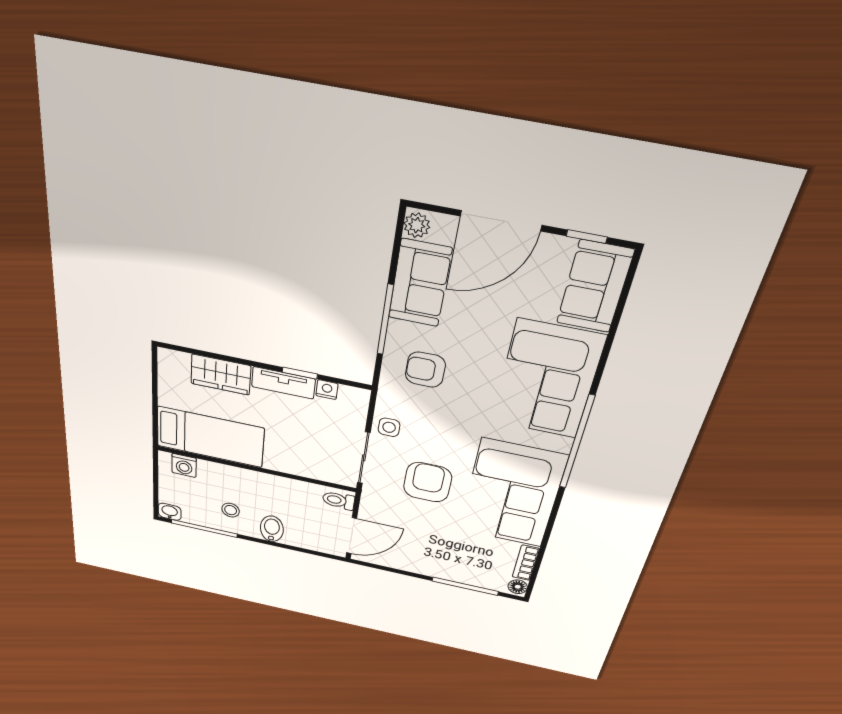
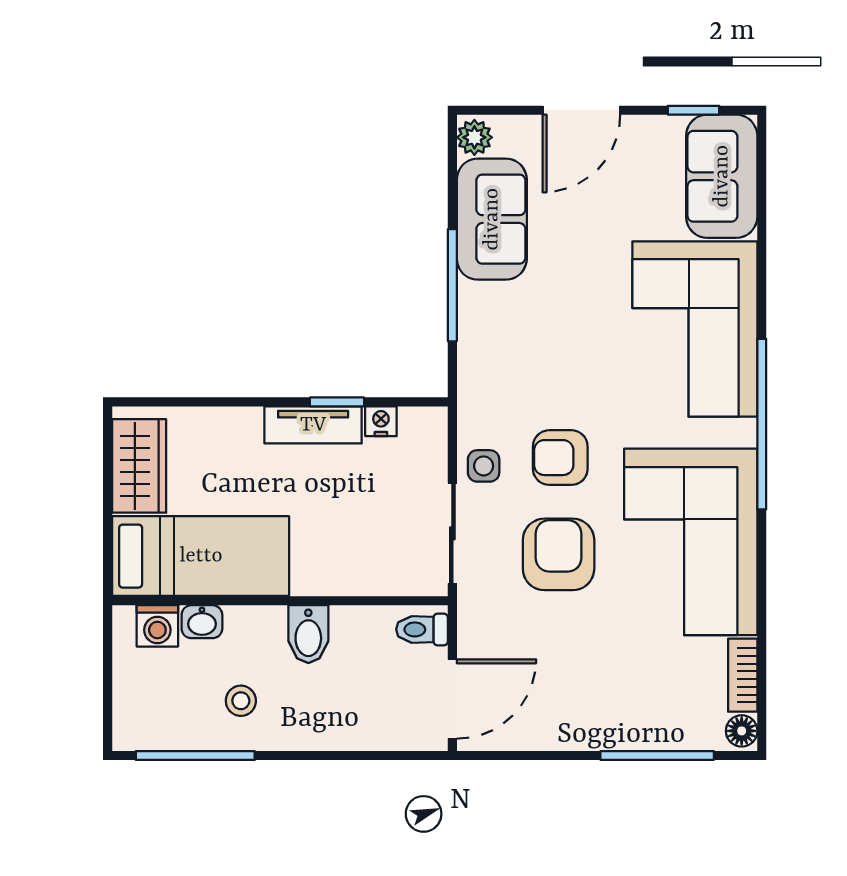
door: (501, 221) -> (581, 110), width x0.73
armchair: (425, 370) -> (560, 458), moved
wardrobe: (221, 375) -> (139, 466), moved, turned -90
washbasin: (170, 512) -> (202, 622), moved, turned 180
bidet: (272, 529) -> (308, 634), moved, turned 180

